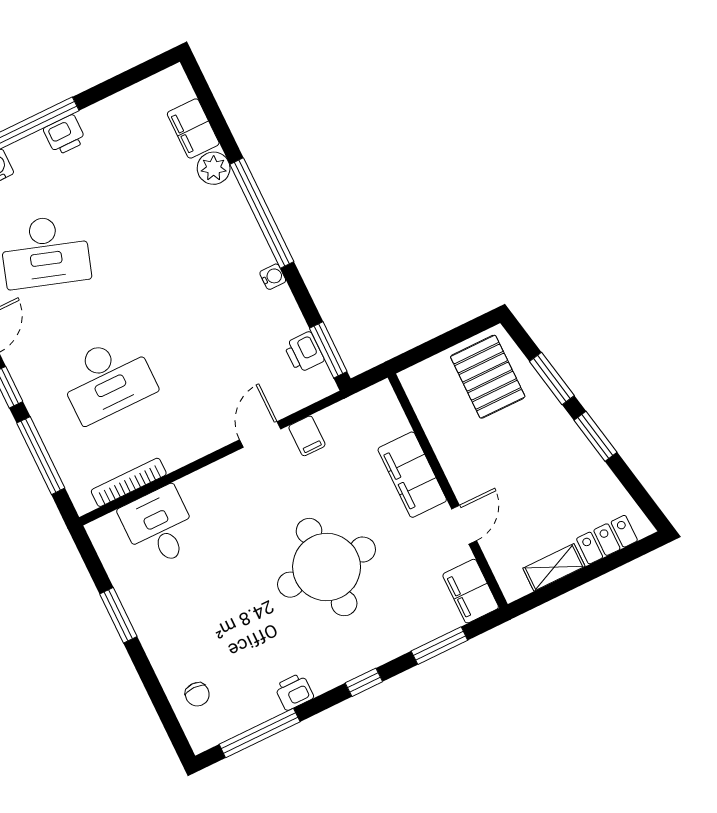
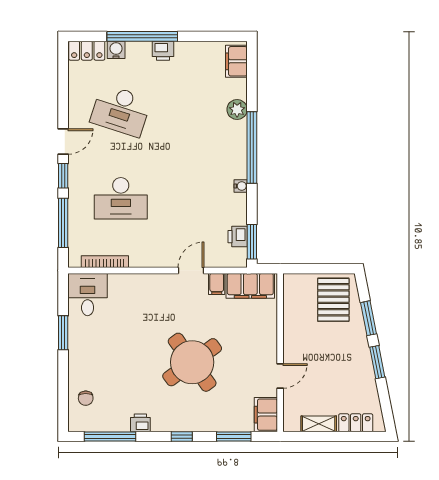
filing cabinet: (193, 128) -> (236, 61), moved
filing cabinet: (412, 475) -> (250, 286), moved, turned -90
desk: (159, 527) -> (88, 295), moved
round table: (327, 567) -> (192, 362), turned -36

